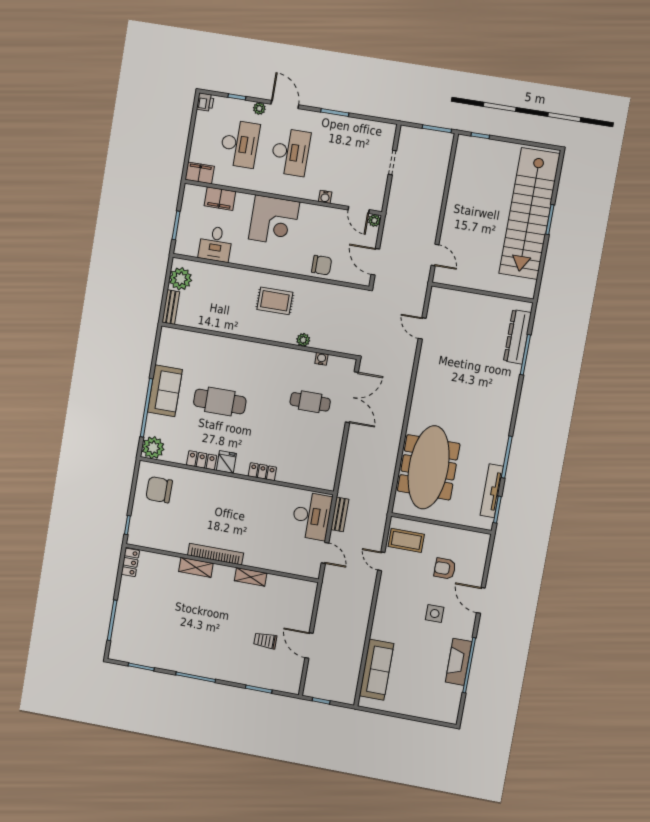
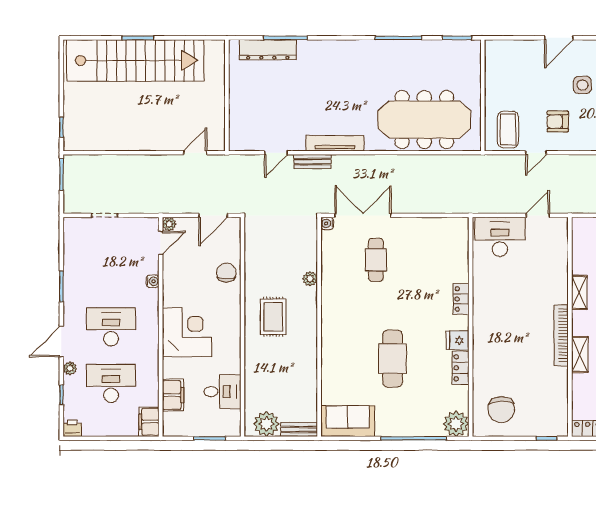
water cooler: (321, 359) -> (327, 223), moved
sofa: (165, 391) -> (348, 421), moved
tv unit: (492, 491) -> (335, 143), moved, turned 180
bench: (340, 514) -> (312, 162), moved
armchair: (445, 569) -> (558, 121), moved, turned 90

